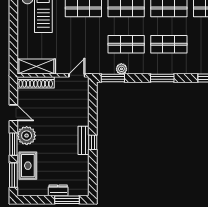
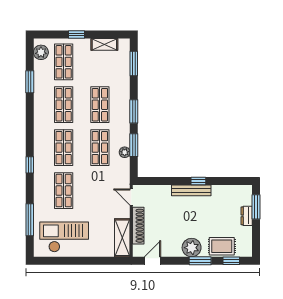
window: (113, 78) -> (134, 145), moved
shoe rack: (36, 82) -> (138, 226), moved
door: (13, 113) -> (153, 261), moved
bench: (84, 140) -> (191, 190), width x1.36
window: (13, 175) -> (231, 261), width x0.67

